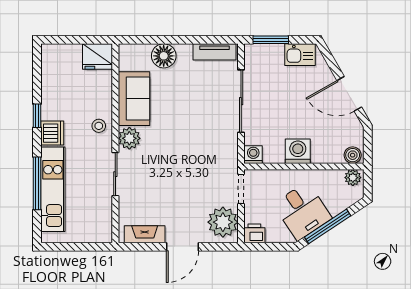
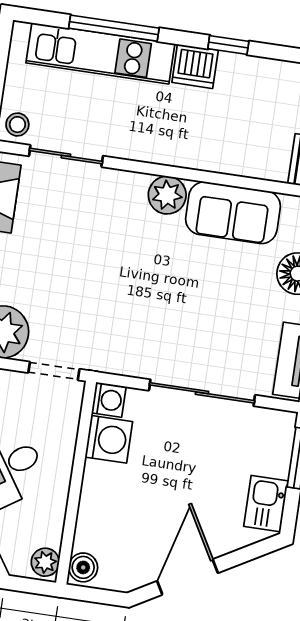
stool: (99, 126) -> (17, 125), moved
washing machine: (298, 151) -> (109, 439), moved
sliding door: (115, 174) -> (66, 156), moved

